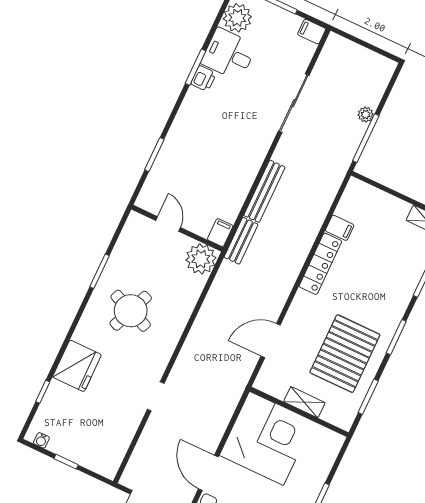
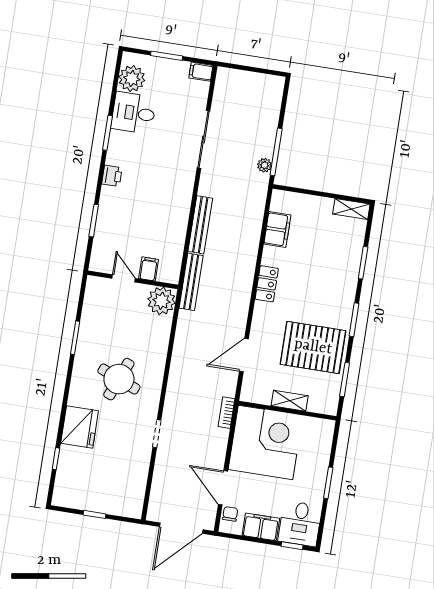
printer: (203, 79) -> (112, 176), moved
plant: (366, 114) -> (264, 165), moved
filing cabinet: (340, 228) -> (277, 229), width x2.00
filing cabinet: (220, 233) -> (149, 269), moved
bench: (241, 241) -> (191, 282), width x1.36
locker: (320, 264) -> (267, 284), width x0.66
round table: (131, 311) -> (119, 379), moved
pallet: (345, 354) -> (313, 347), turned 90
bookcase: (235, 395) -> (226, 413), added
water cooler: (41, 440) -> (67, 502), removed

